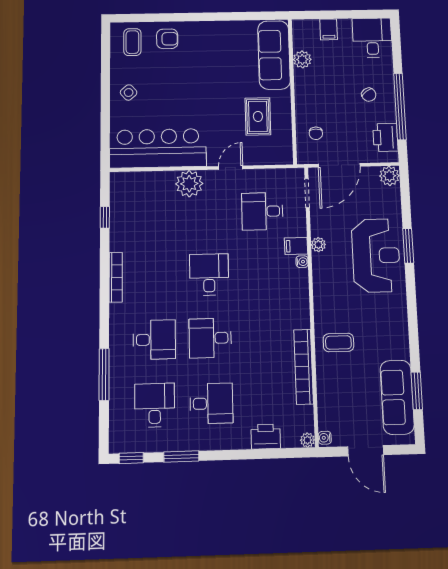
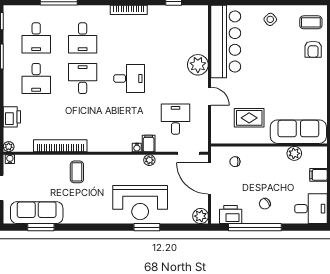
desk: (155, 405) -> (36, 38), turned 90

